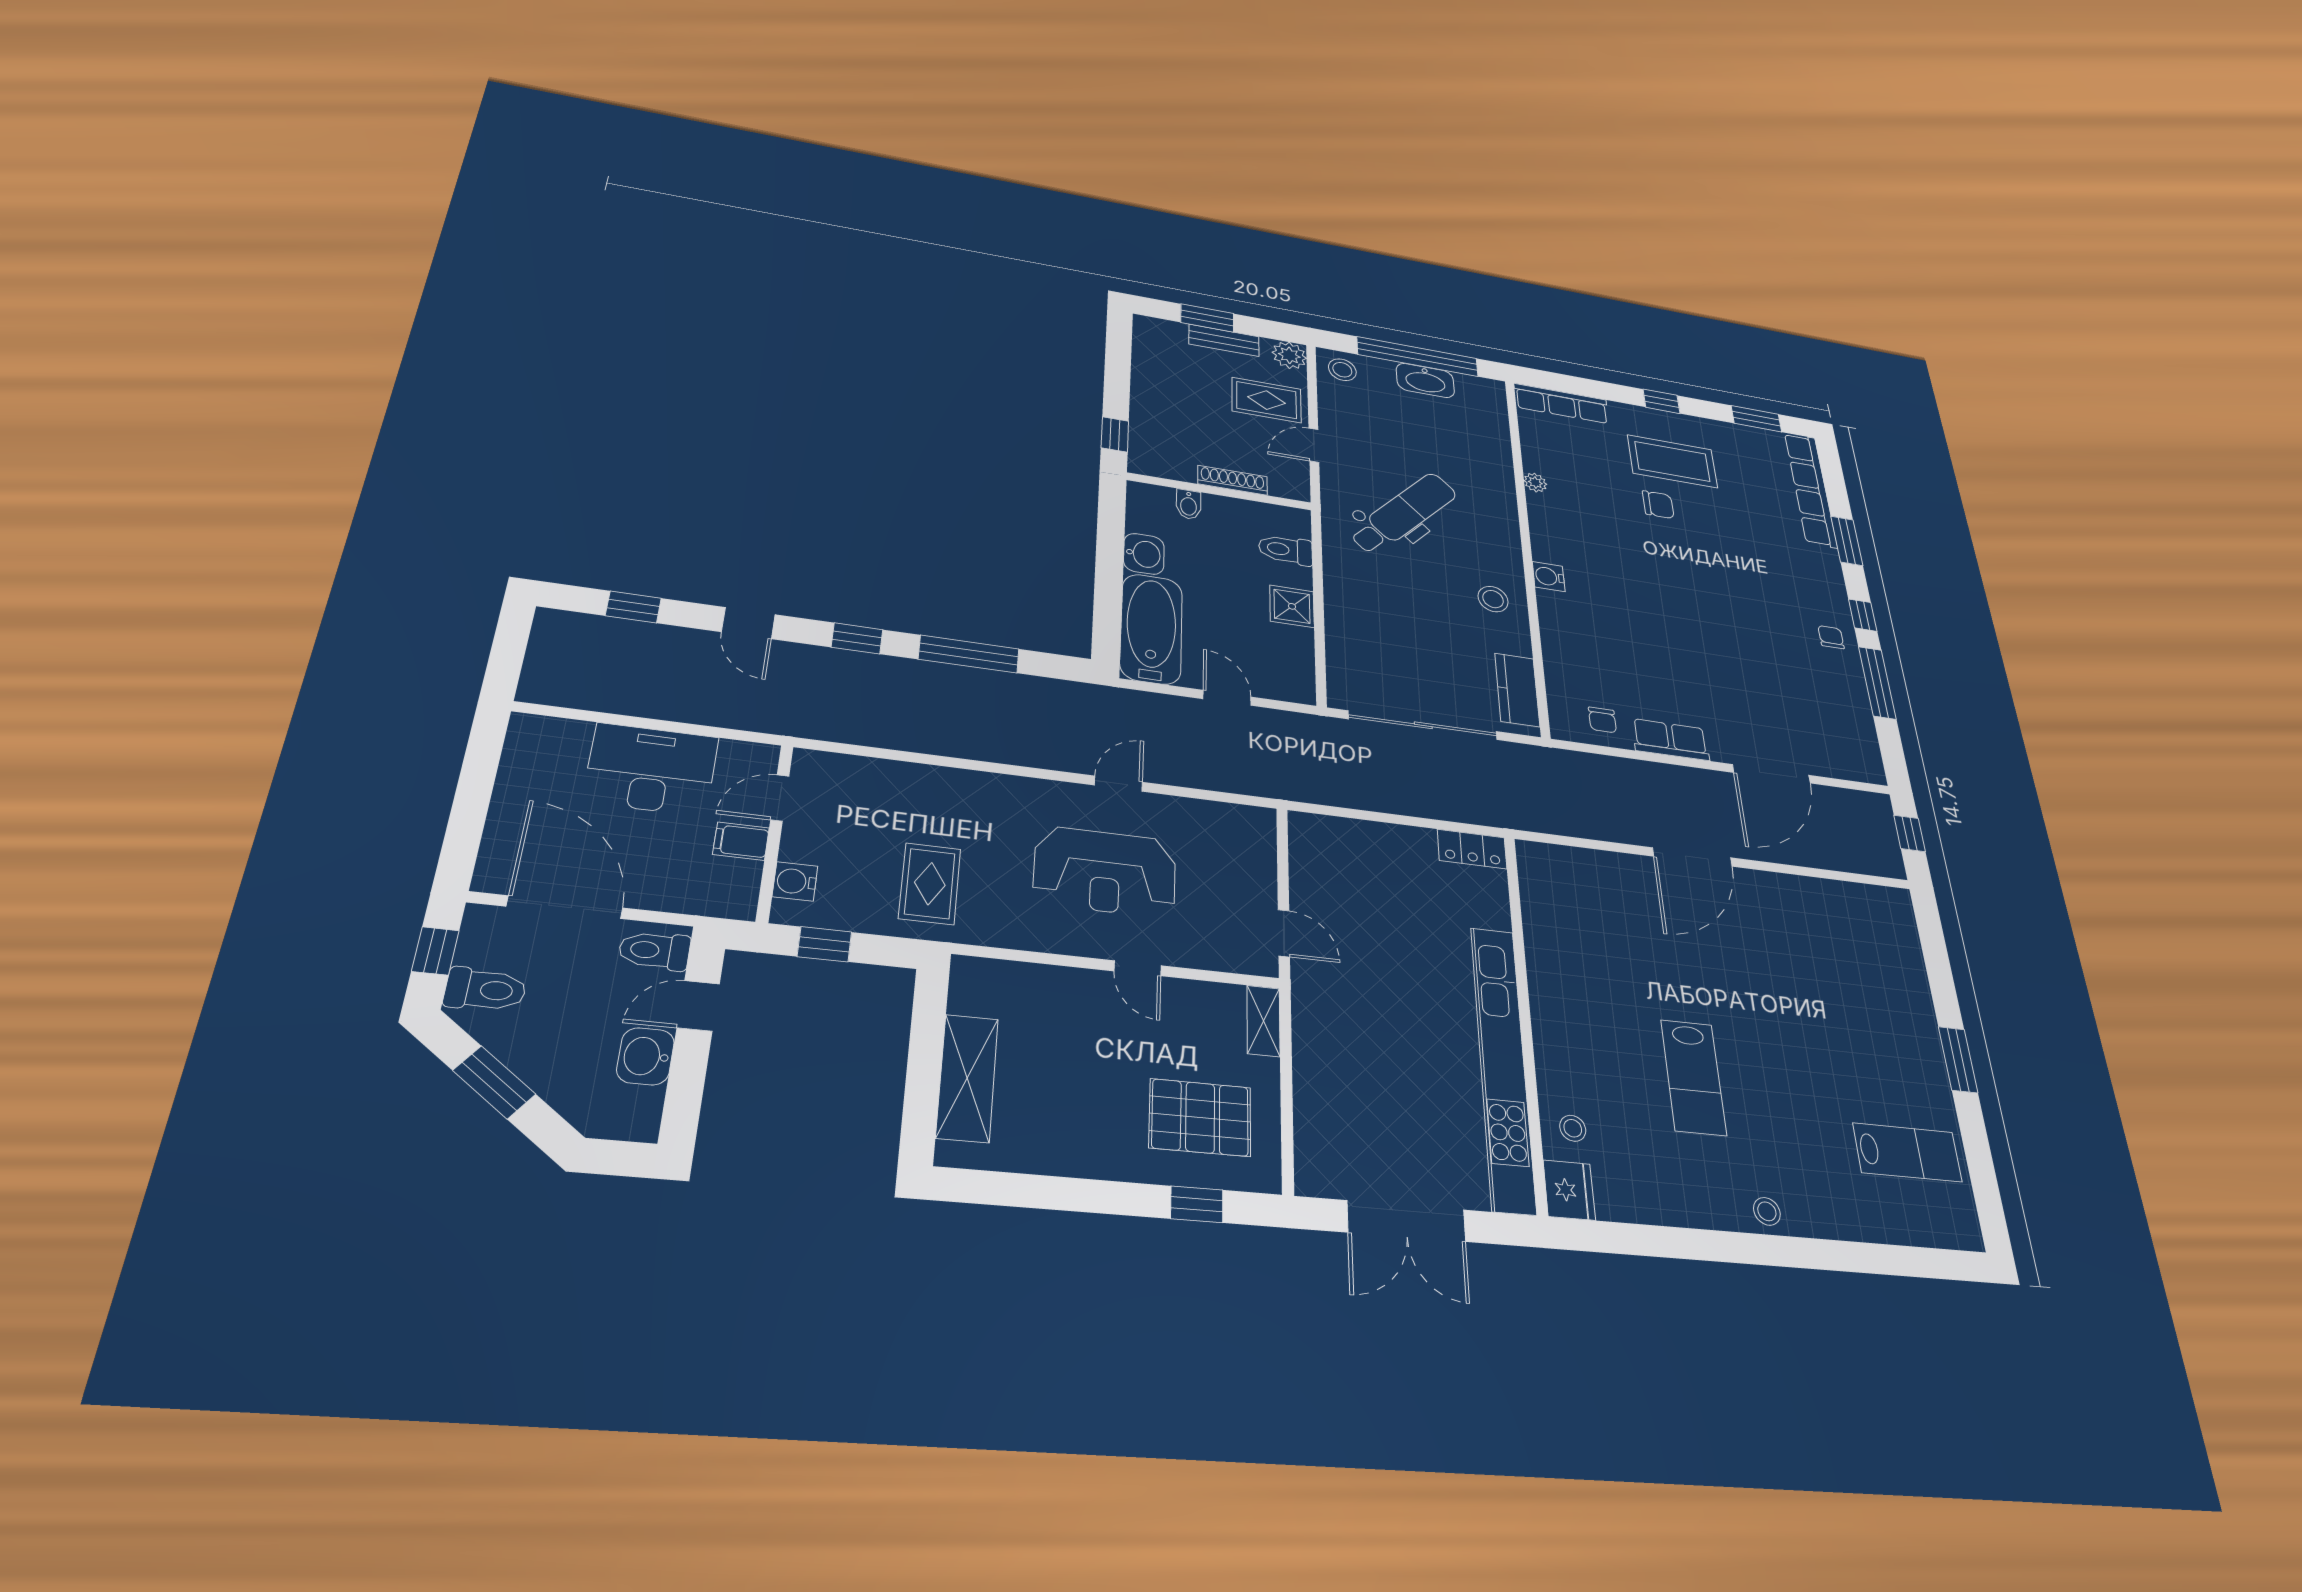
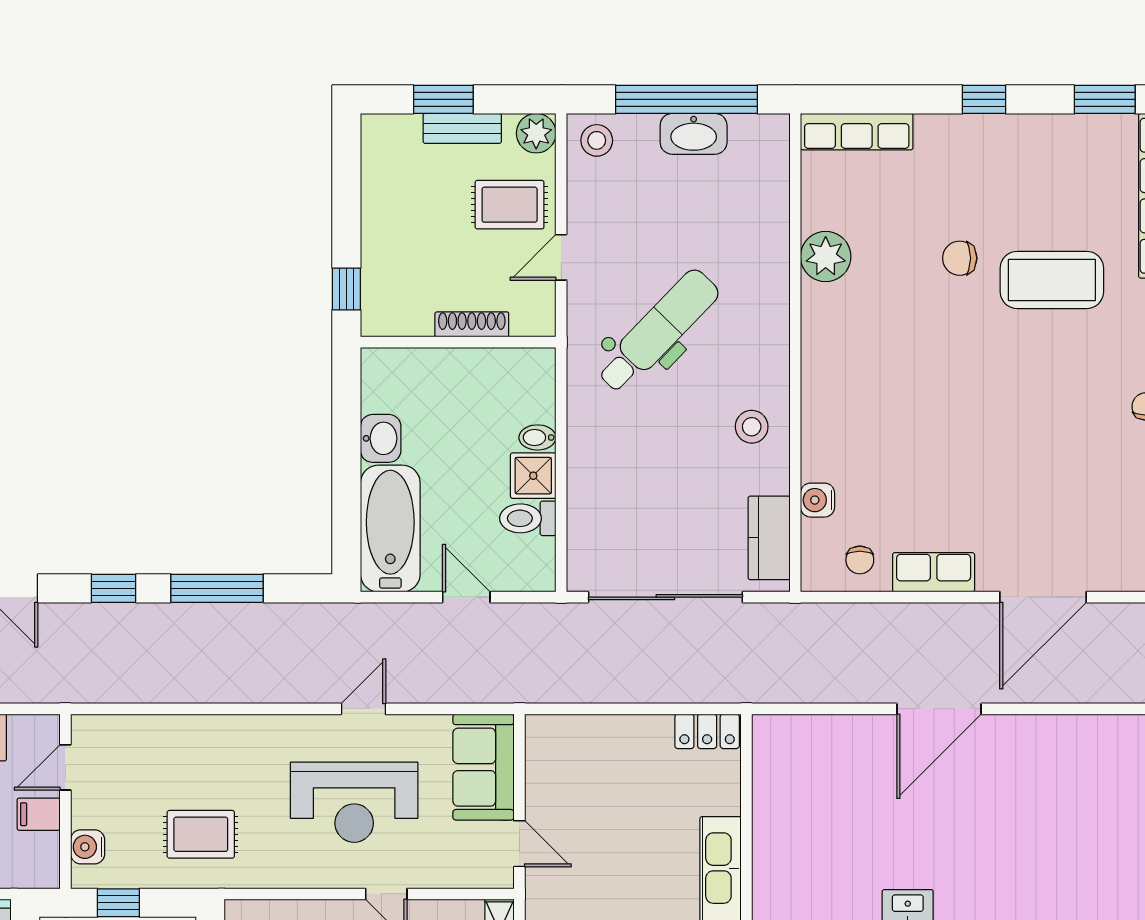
coffee table: (1672, 461) -> (1052, 280), moved
plant: (1535, 483) -> (826, 257), width x1.88, depth x1.88
bidet: (1189, 504) -> (537, 437), moved, turned 90
chair: (1658, 505) -> (960, 258), turned 180
toilet: (1286, 550) -> (528, 518), moved
water cooler: (1549, 577) -> (818, 500), moved
sofa: (1245, 854) -> (483, 767), added
rug: (930, 884) -> (201, 834), turned 90

